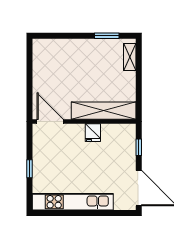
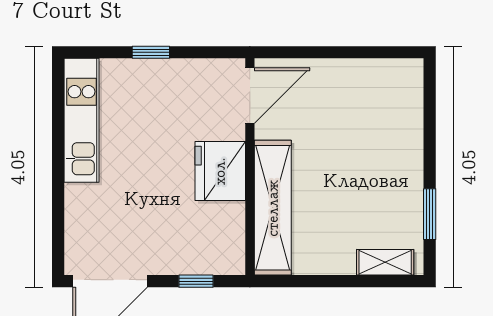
fridge: (93, 133) -> (220, 171), width x1.88, depth x1.34
kitchen unit: (73, 202) -> (82, 120), width x0.73

